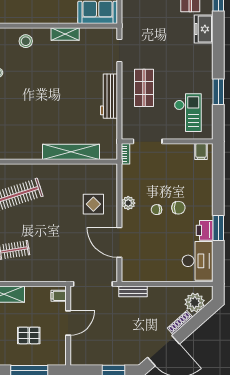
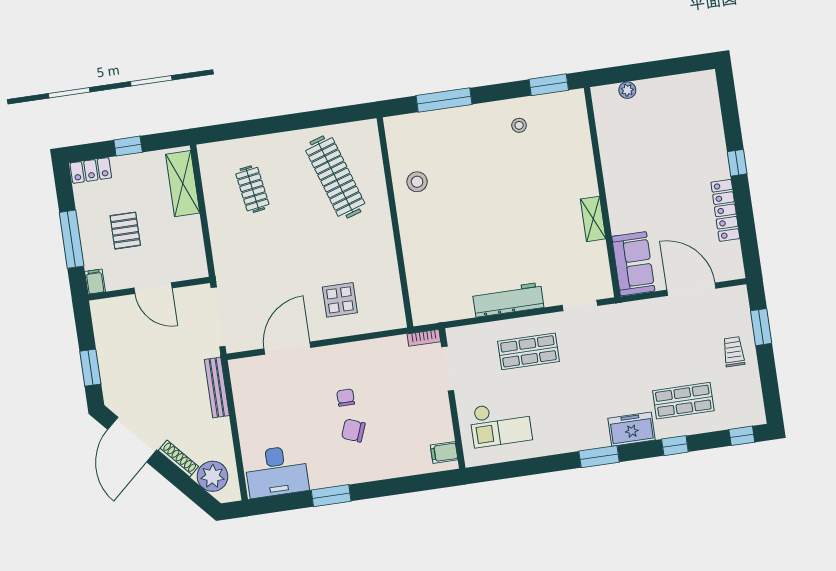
stool: (26, 41) -> (417, 182), moved
window: (218, 92) -> (599, 457), moved
shelving: (71, 152) -> (415, 254), removed
plant: (128, 203) -> (349, 353), removed
chair: (178, 208) -> (353, 431), turned 111
printer: (205, 230) -> (325, 475), removed
bench: (133, 291) -> (217, 388), width x1.36
filing cabinet: (59, 296) -> (95, 282), moved

